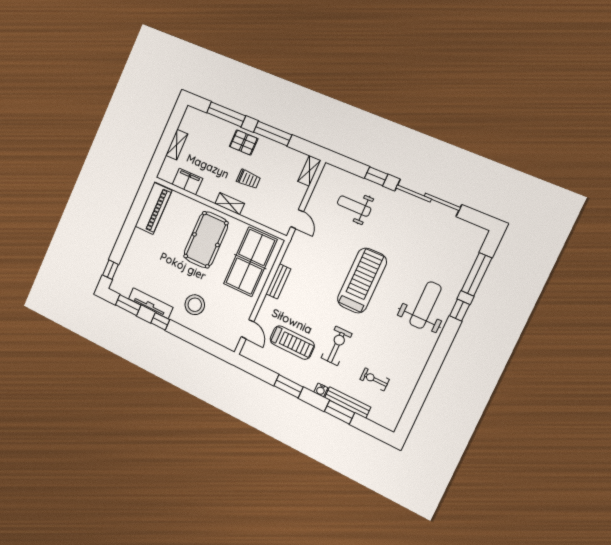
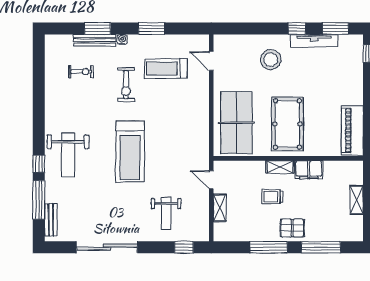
shelving: (309, 171) -> (220, 208), moved
window: (376, 176) -> (184, 247), moved
filing cabinet: (187, 181) -> (309, 170), moved
weight bench: (354, 206) -> (166, 213), turned 90
bench: (278, 281) -> (51, 220), moved

